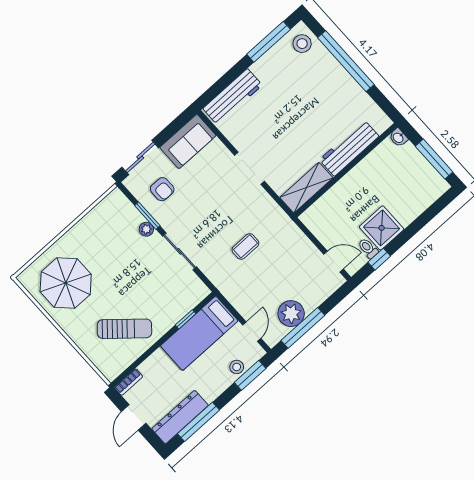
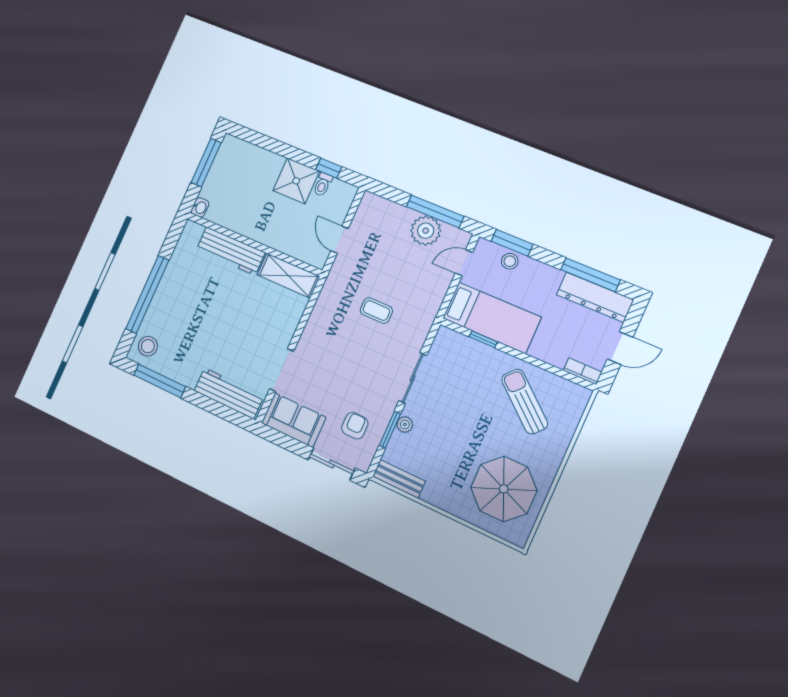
doorway: (249, 168) -> (282, 370), moved
bench: (107, 206) -> (399, 479), added
door: (334, 262) -> (340, 240), moved

